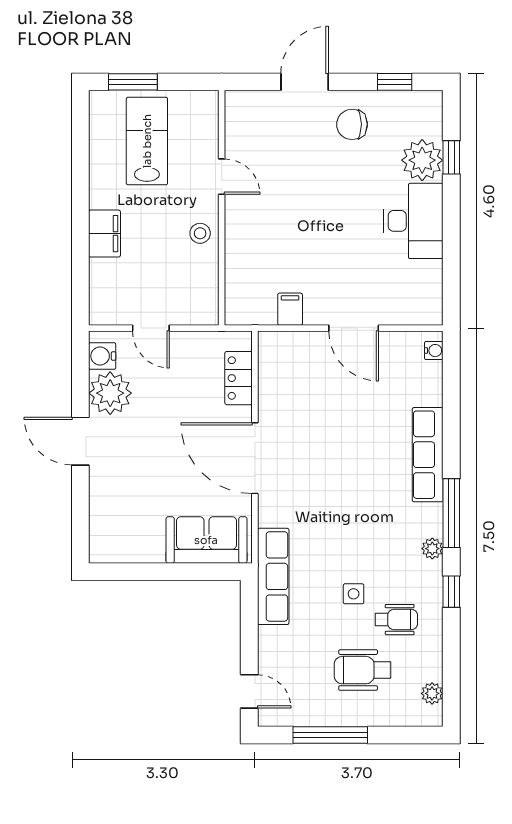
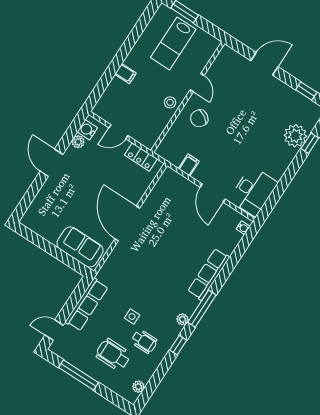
chair: (352, 124) -> (199, 118), moved, turned -59
lab bench: (147, 141) -> (173, 43), turned 180
desk: (413, 221) -> (253, 191), moved
filing cabinet: (104, 234) -> (125, 74), width x0.50
door: (151, 328) -> (118, 132), hinge flipped
locker: (238, 378) -> (141, 157), moved, turned -90
plant: (110, 393) -> (78, 142), width x0.53, depth x0.53
row of seats: (273, 576) -> (87, 304), moved
door: (249, 691) -> (54, 330), swing flipped

